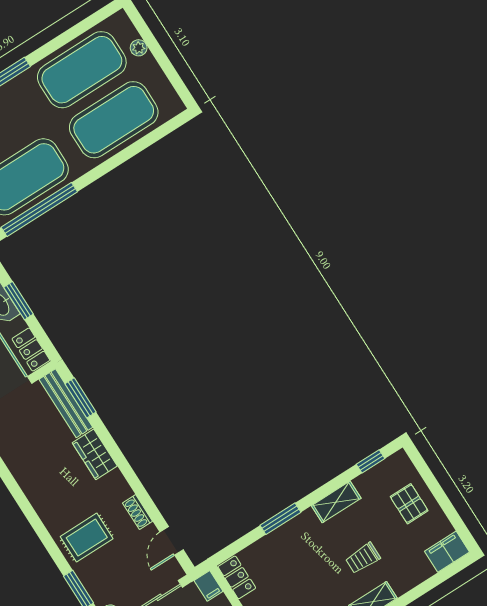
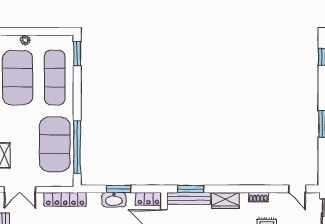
exercise mat: (114, 120) -> (55, 78), width x0.68
window: (165, 129) -> (77, 54), added
shoe rack: (138, 512) -> (258, 197), moved

